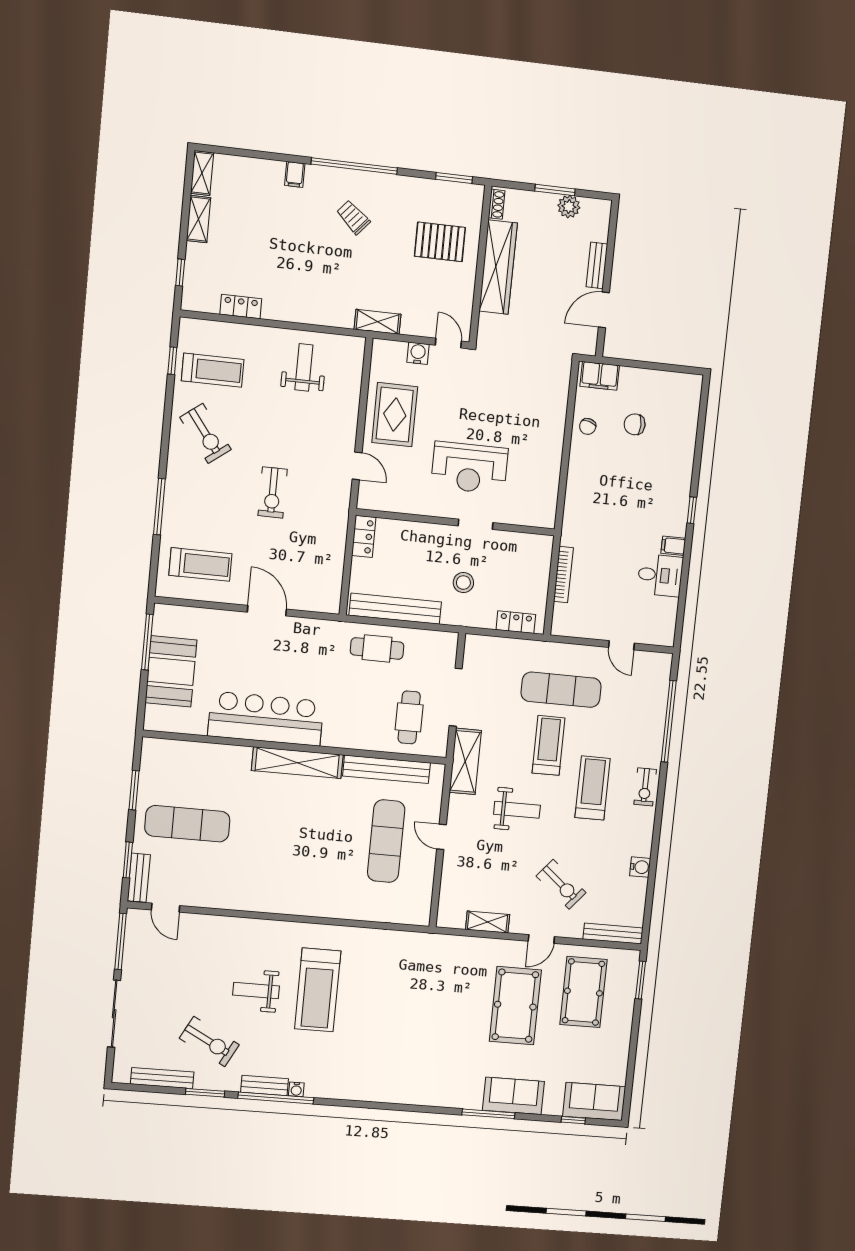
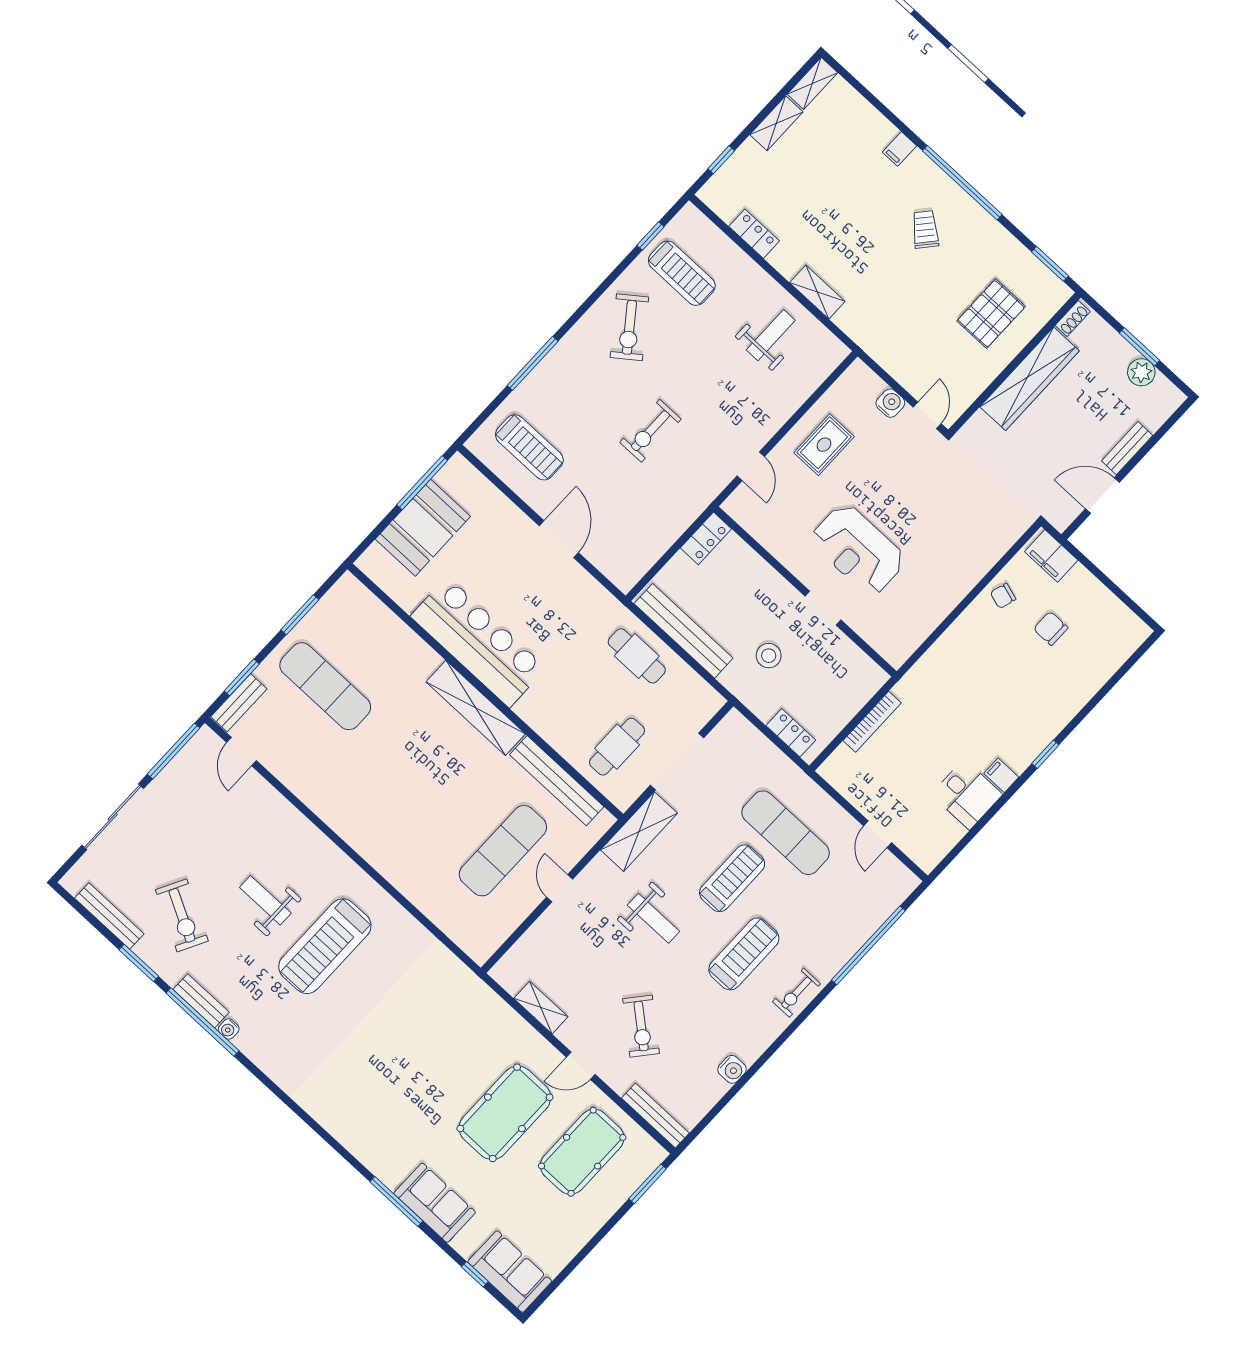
pallet: (440, 242) -> (991, 314), turned 90
shelving: (378, 322) -> (817, 292), moved
rug: (395, 415) -> (824, 445), width x0.73, depth x0.70

